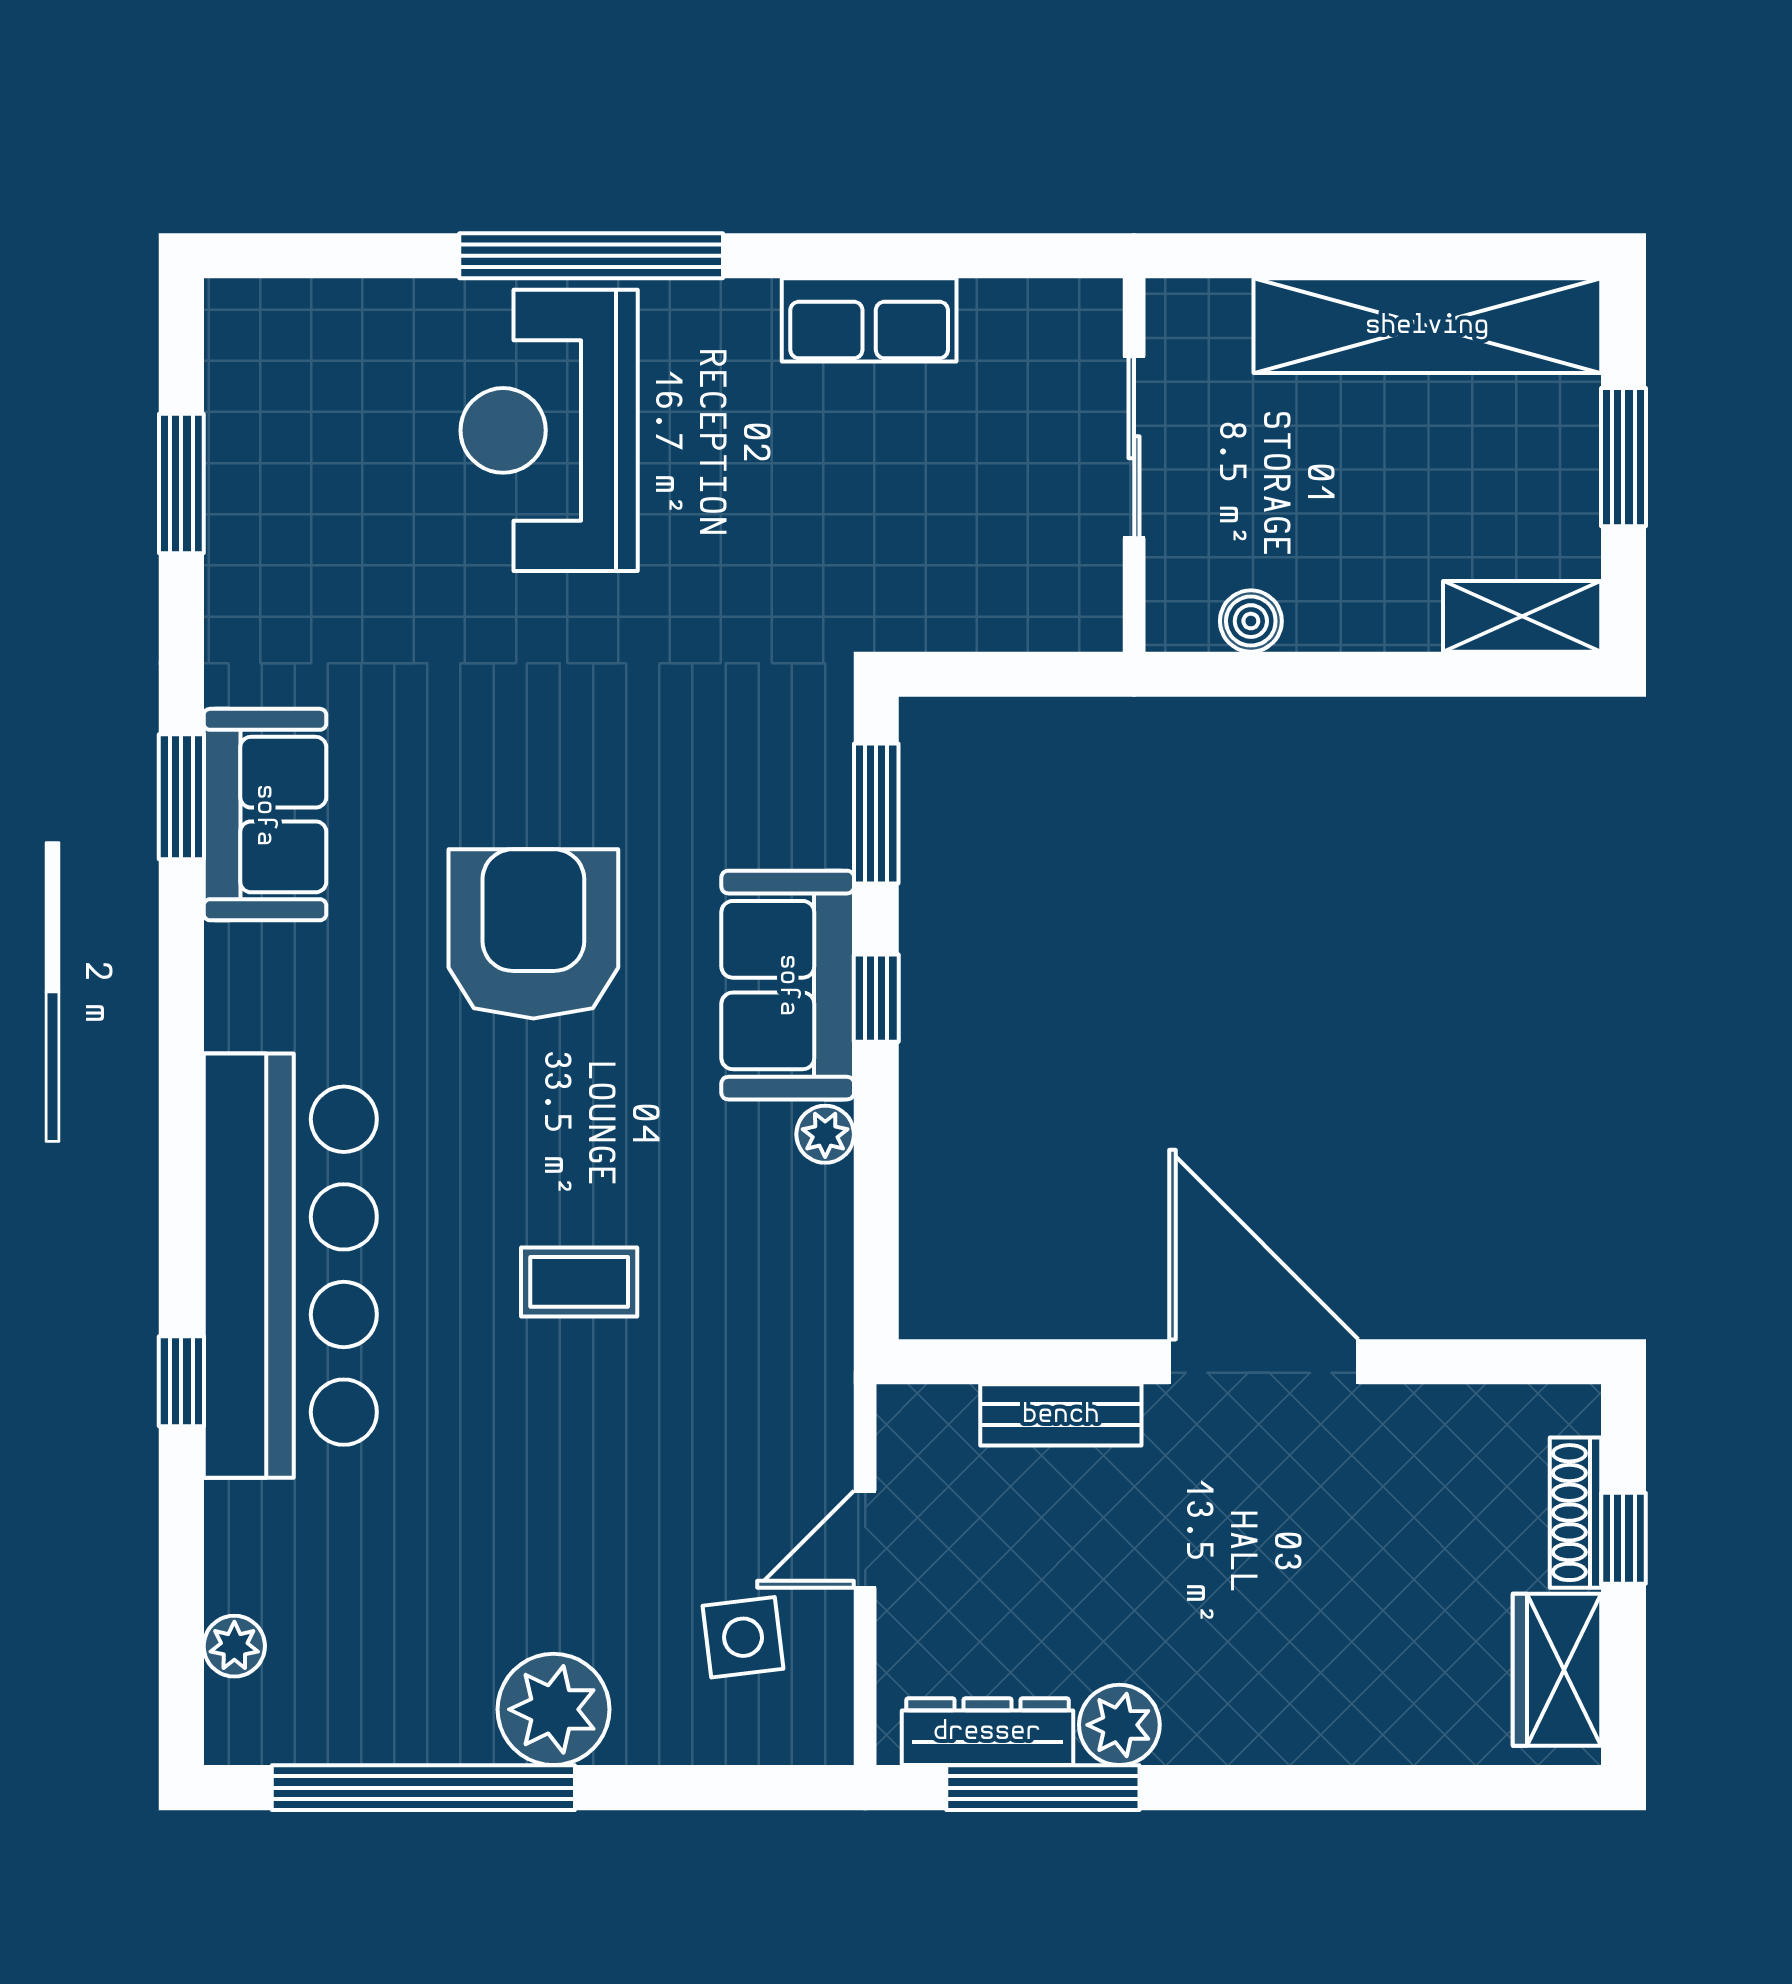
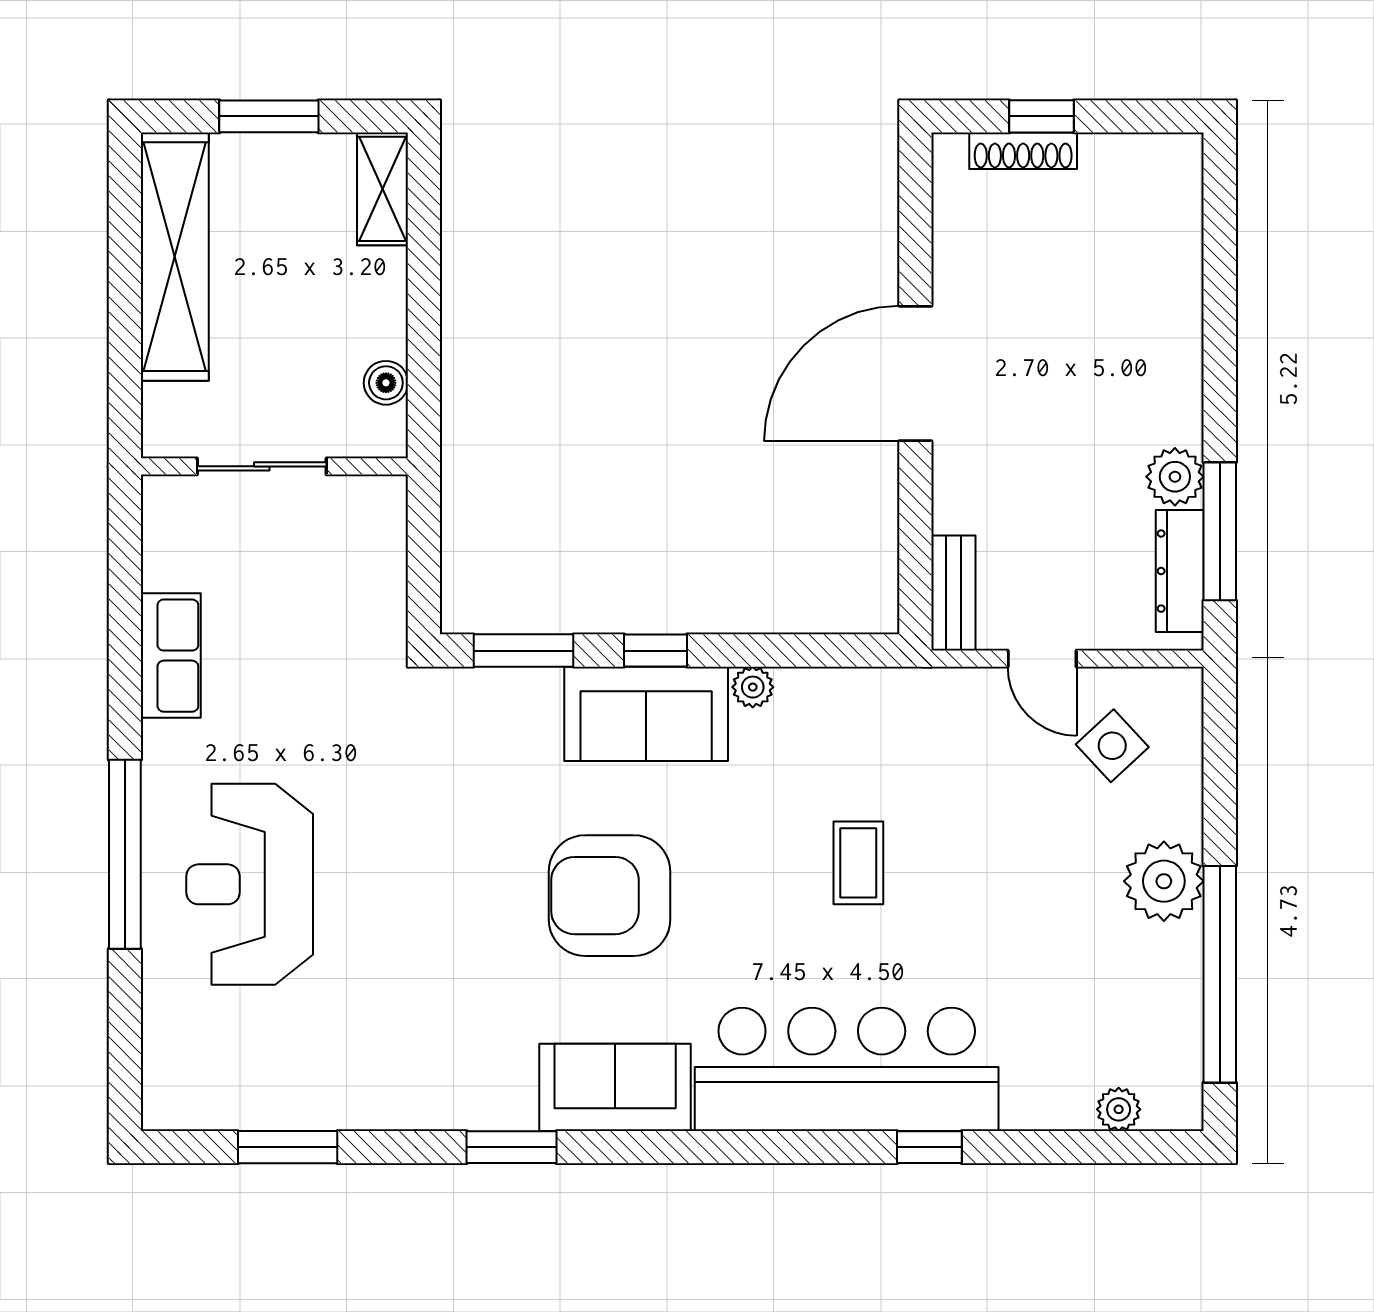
reception desk: (549, 430) -> (250, 884), turned 90
sofa: (265, 815) -> (615, 1087), moved
bench: (1061, 1415) -> (953, 593), moved
side table: (743, 1637) -> (1112, 746), turned -36
wardrobe: (1557, 1670) -> (1136, 164), removed

